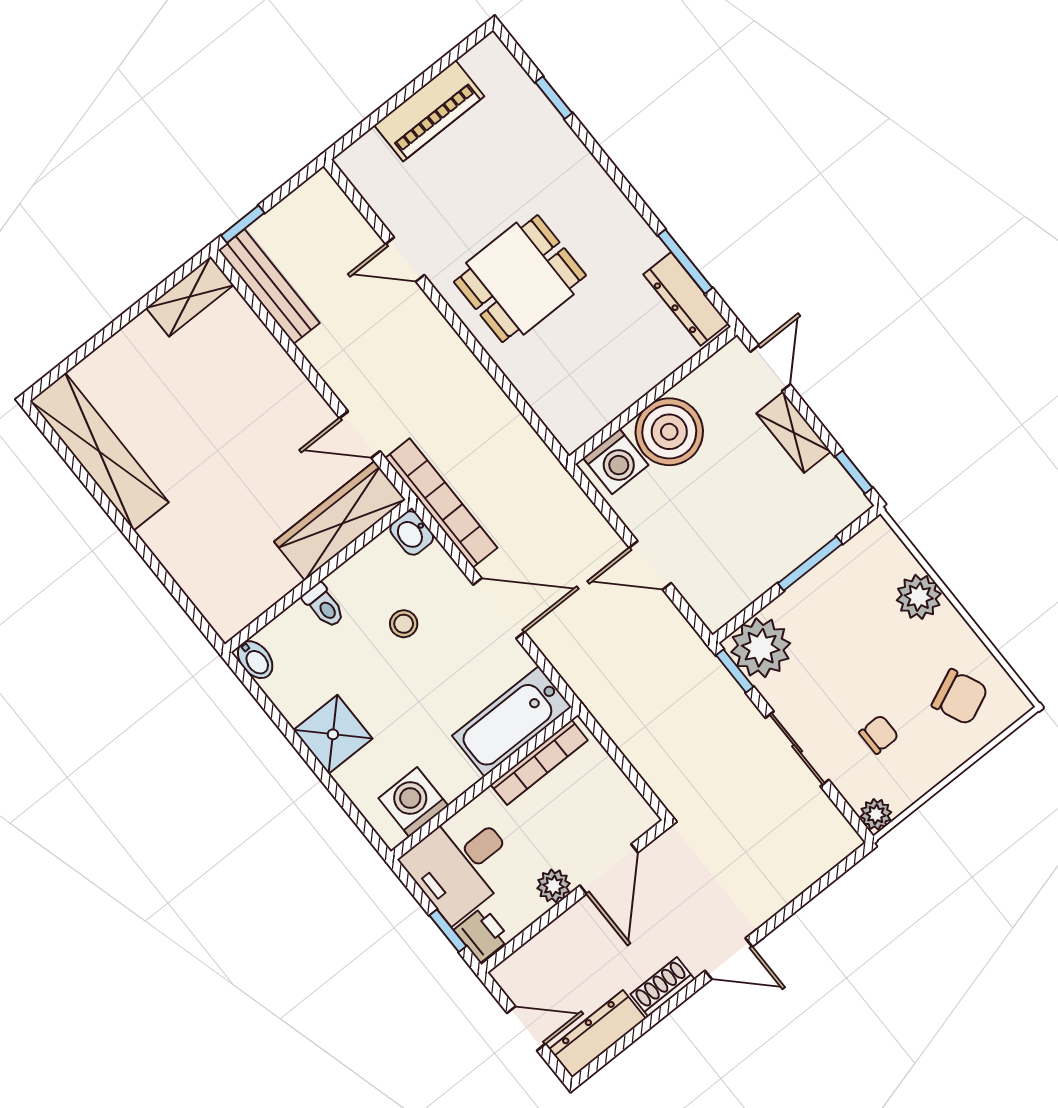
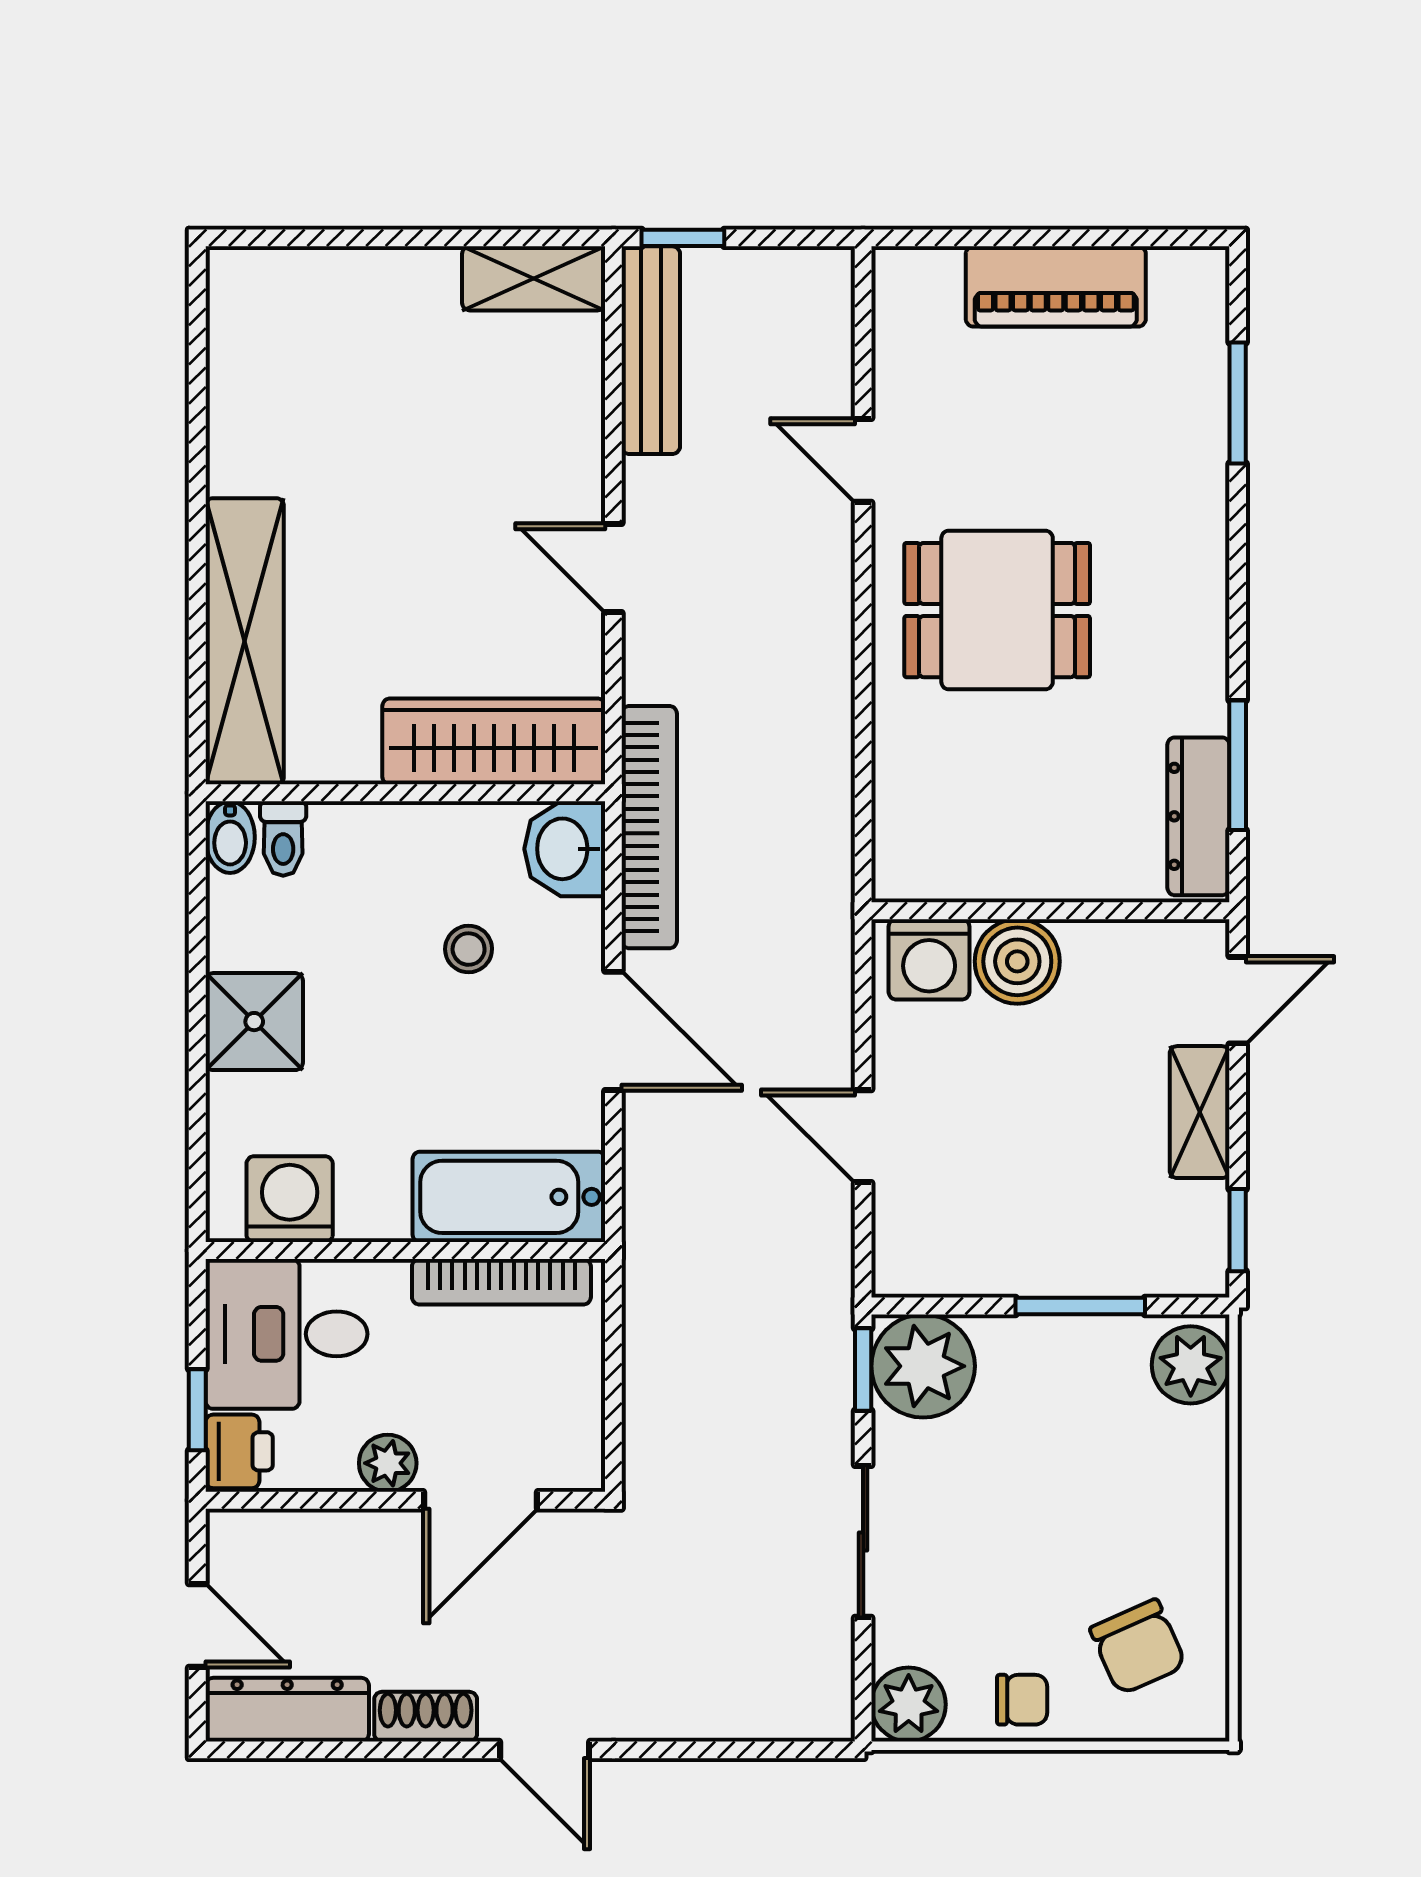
window: (554, 98) -> (1238, 403), width x1.50
boiler: (669, 432) -> (1017, 961), width x0.73, depth x0.73
door: (360, 435) -> (613, 568), moved
shelving: (99, 452) -> (245, 641), moved
washbasin: (412, 533) -> (565, 849), width x1.38, depth x1.45
plant: (919, 597) -> (1191, 1365), moved
toilet: (324, 606) -> (283, 839), moved
chair: (879, 734) -> (1022, 1700), moved
plant: (876, 814) -> (909, 1704), width x1.38, depth x1.38

